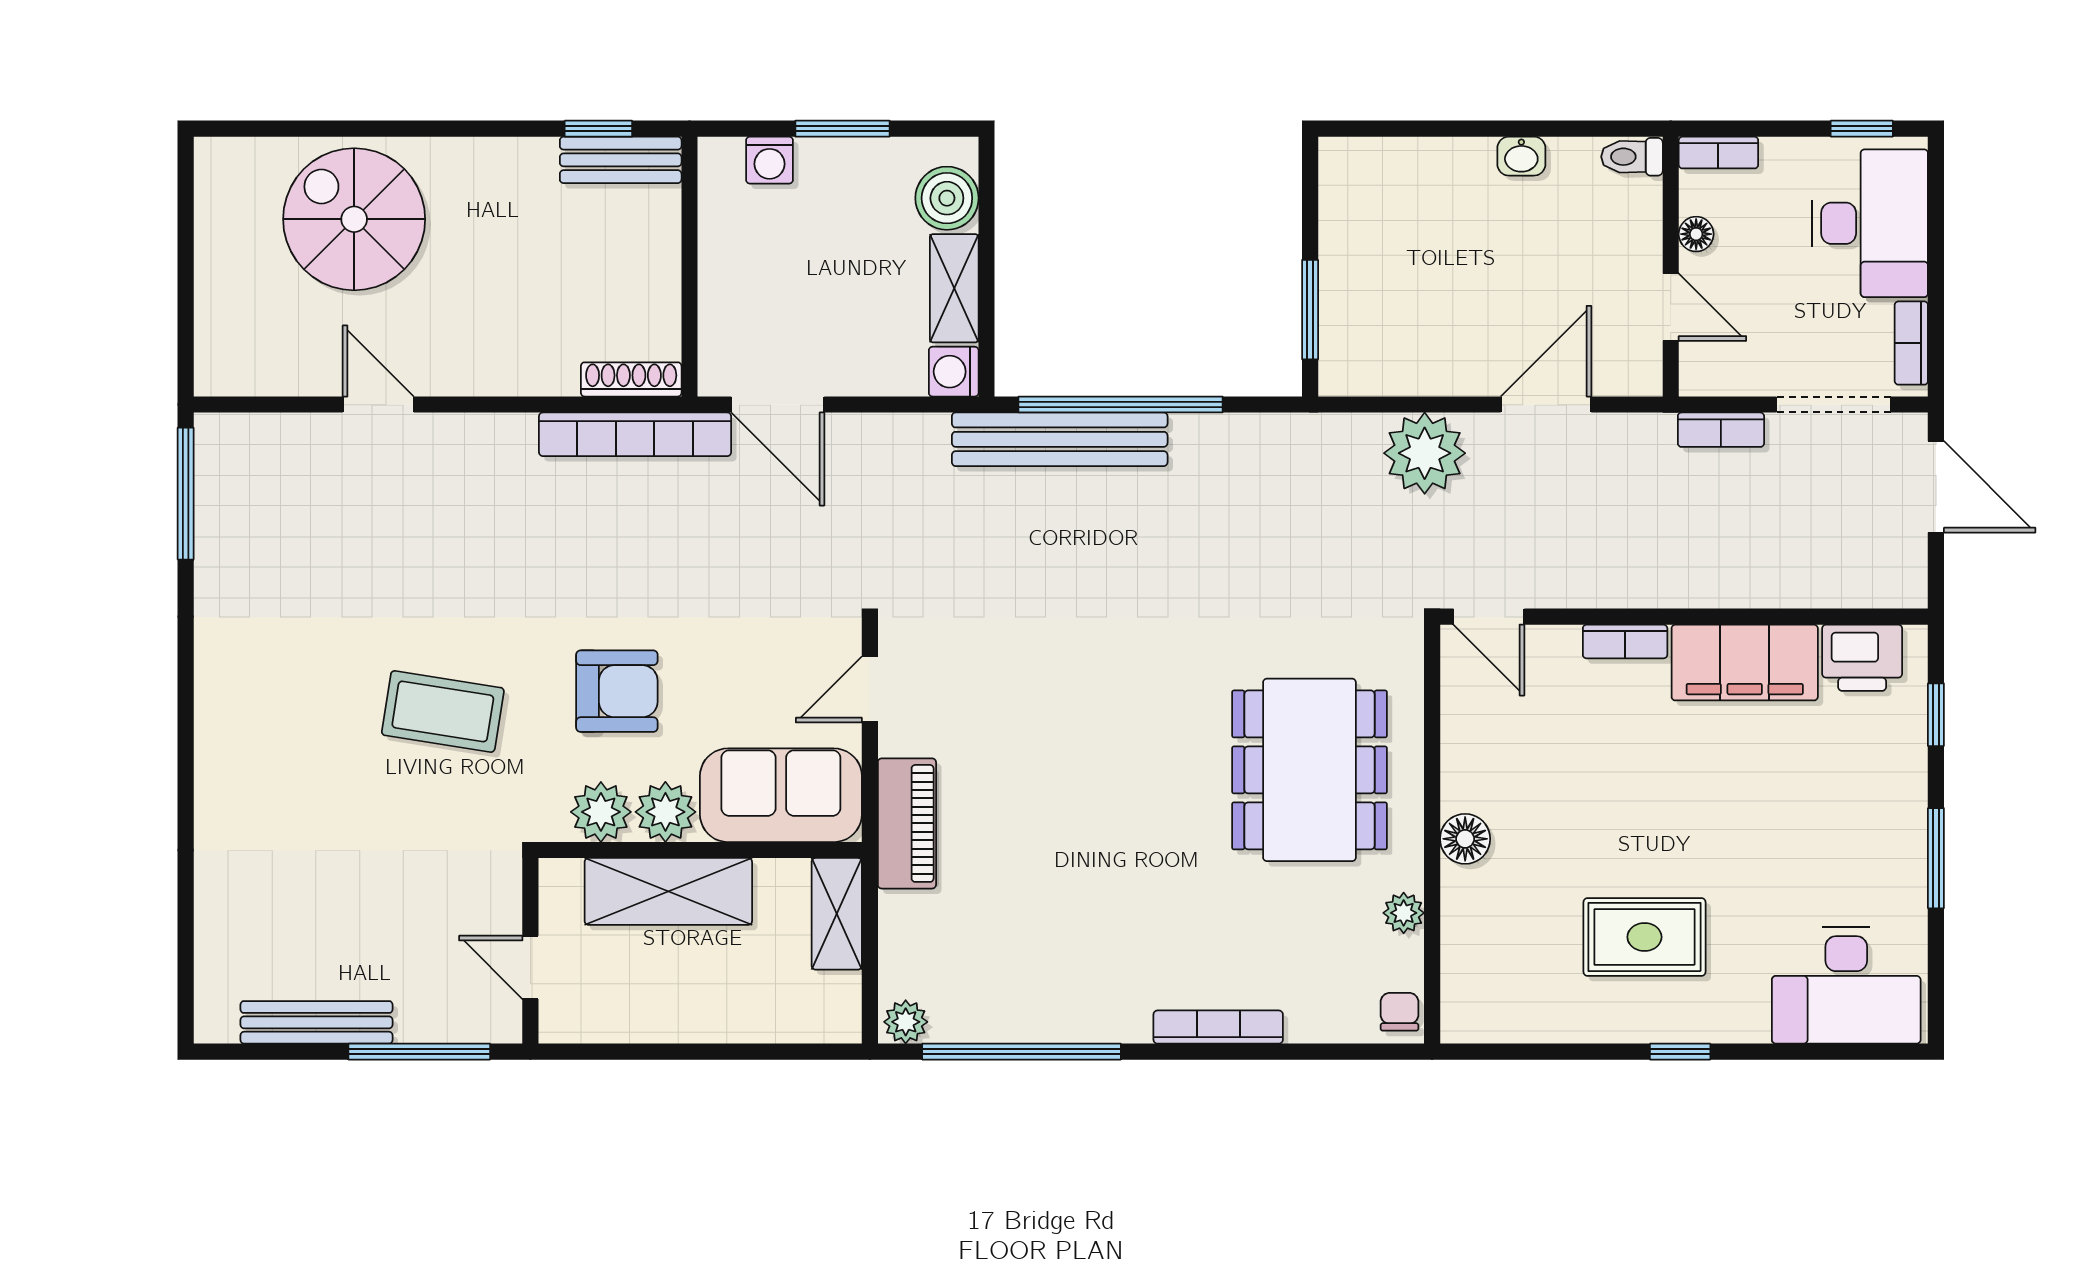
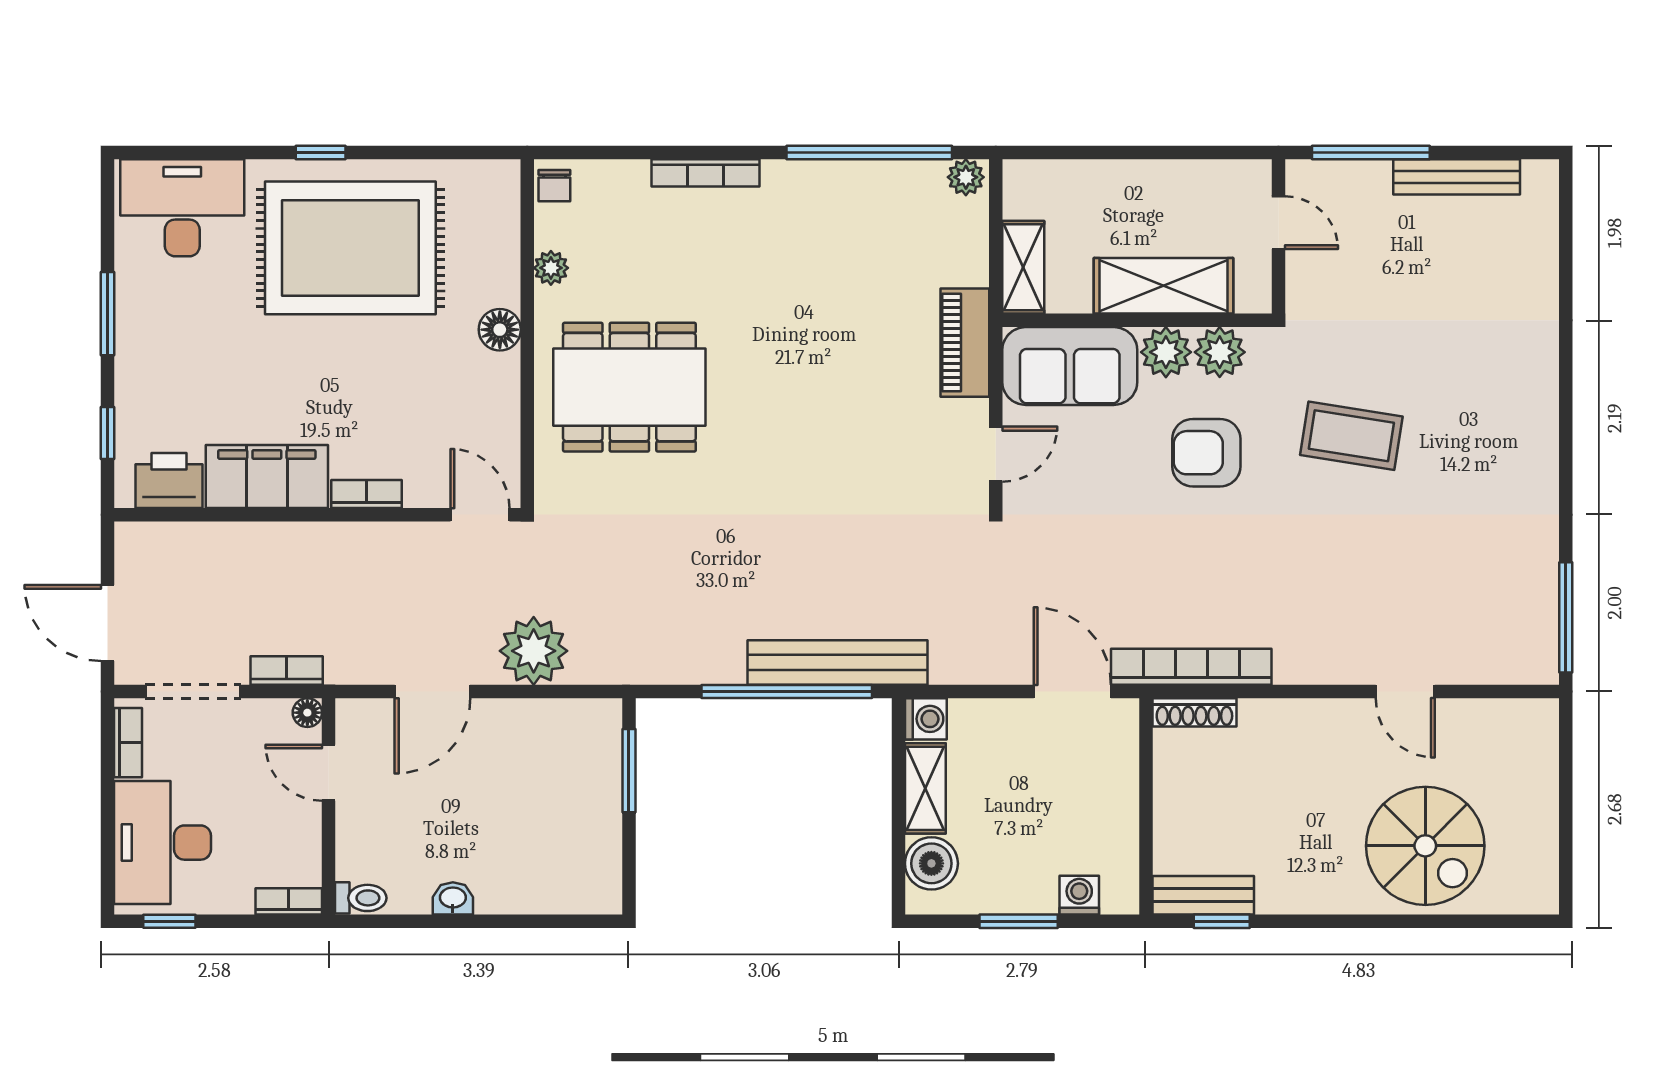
floor lamp: (1696, 234) -> (307, 713), moved
dining table: (1309, 770) -> (629, 387), turned 90
rug: (1644, 937) -> (350, 248), width x1.86, depth x2.06

